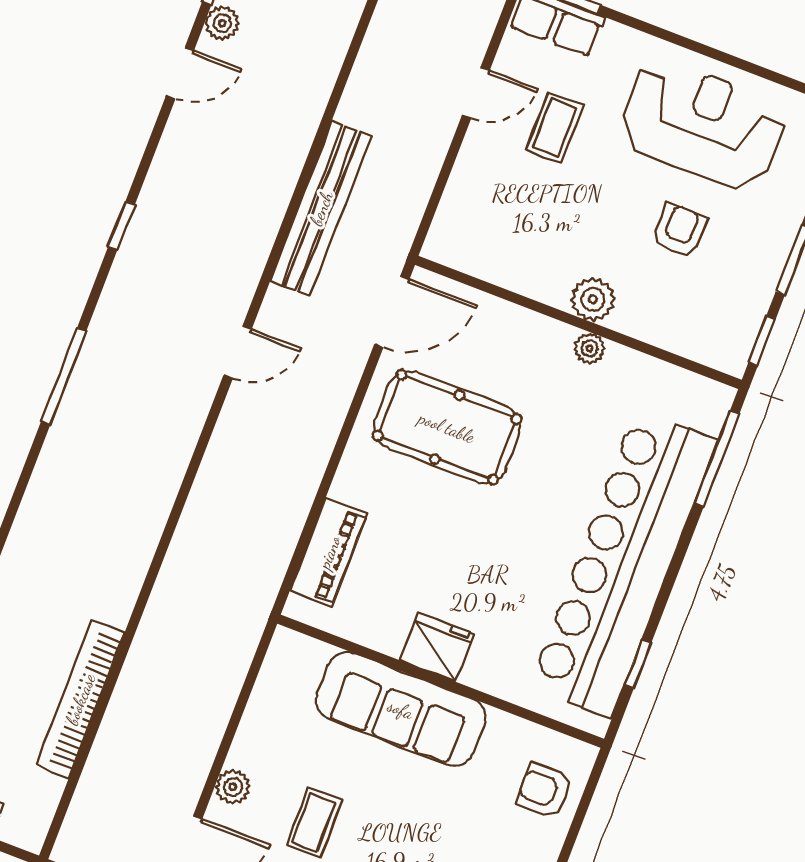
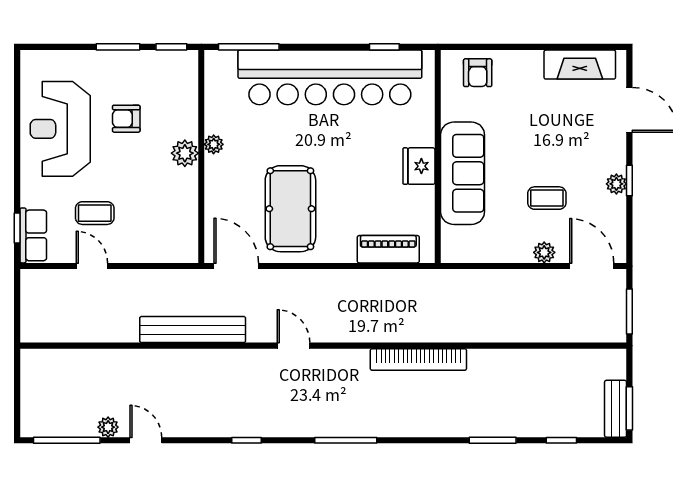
bookcase: (80, 699) -> (418, 360), moved

